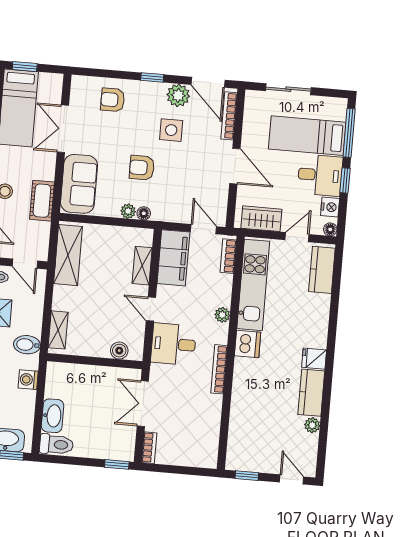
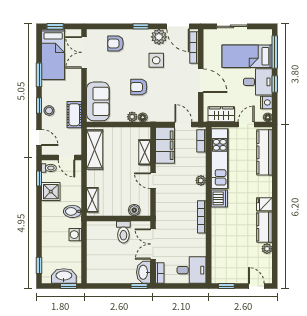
double door: (63, 129) -> (84, 52), moved
kitchen counter: (322, 270) -> (265, 152), width x1.50
desk: (173, 344) -> (192, 270), moved, turned 180
washbasin: (53, 416) -> (144, 272), moved, turned 180
toilet: (56, 444) -> (123, 232), moved, turned 90

